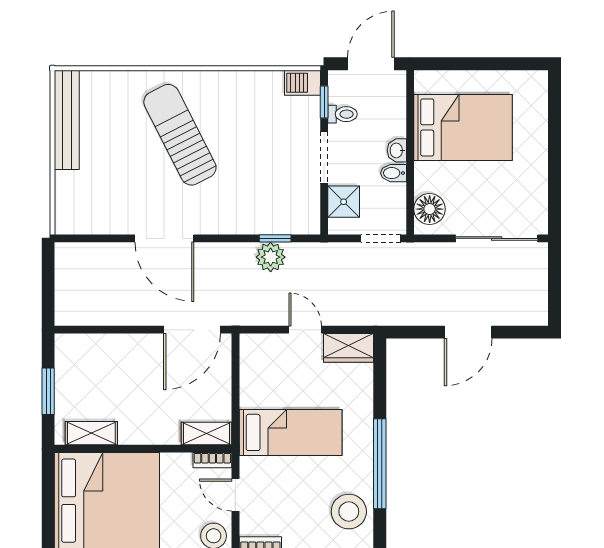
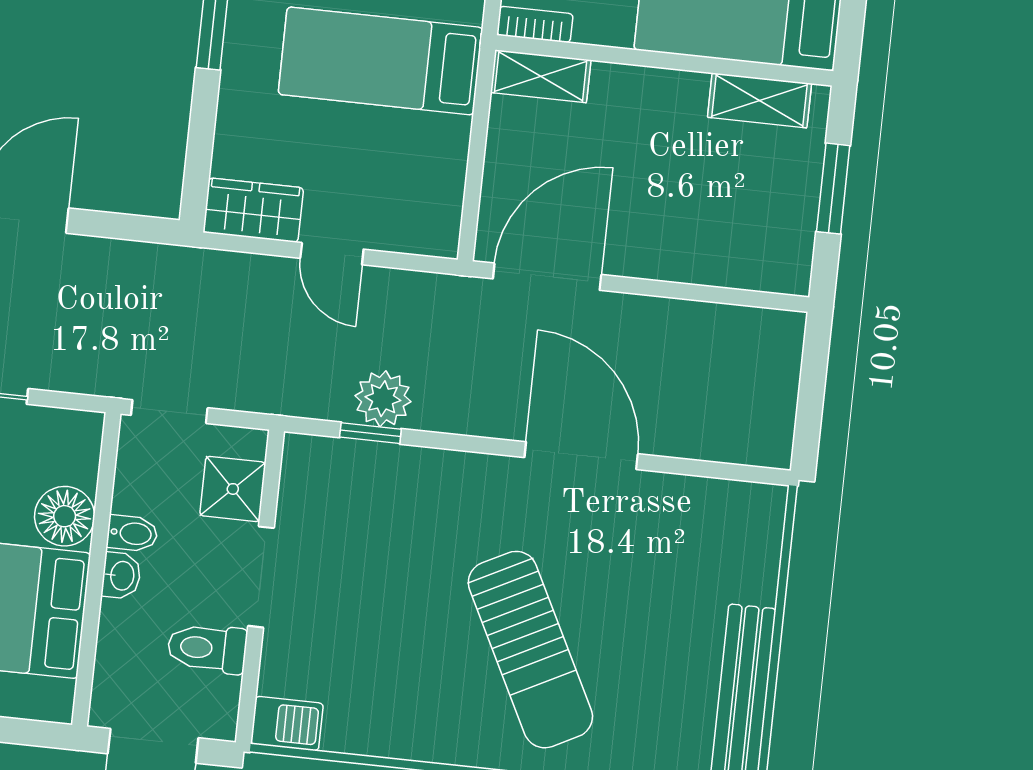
window: (324, 102) -> (250, 683), removed
toilet: (342, 114) -> (207, 648), width x1.37, depth x1.39
floor lamp: (430, 209) -> (65, 516), moved

